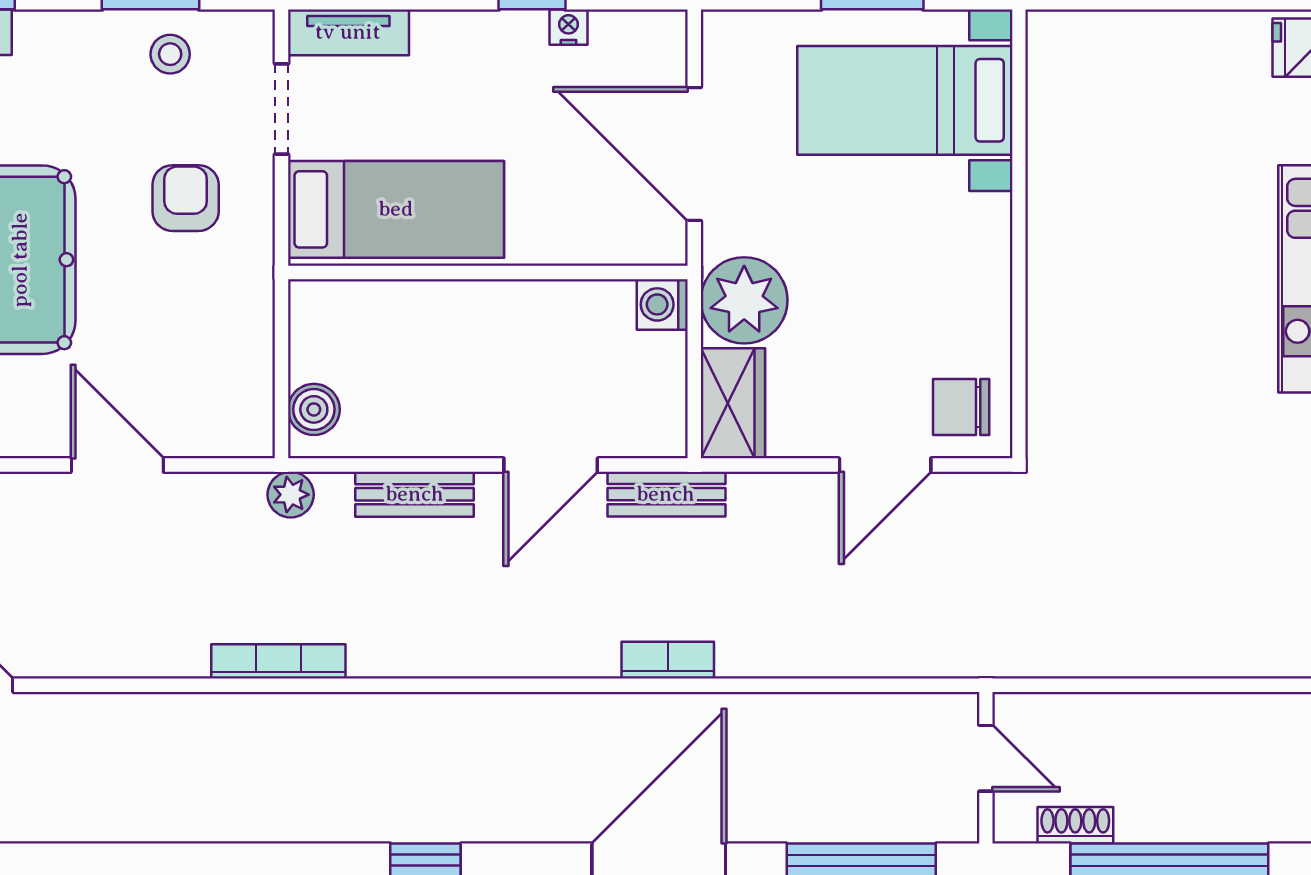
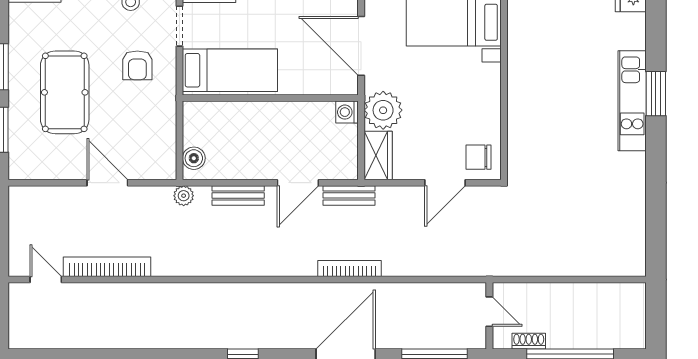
armchair: (186, 198) -> (137, 65), turned 180
bookcase: (668, 660) -> (349, 268), width x1.56
bookcase: (278, 661) -> (107, 267), moved, width x1.48, depth x1.31

